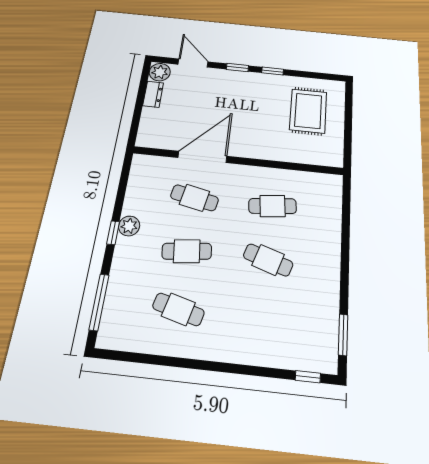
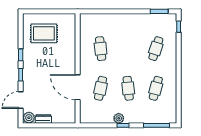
cafe table: (268, 260) -> (156, 49), moved

